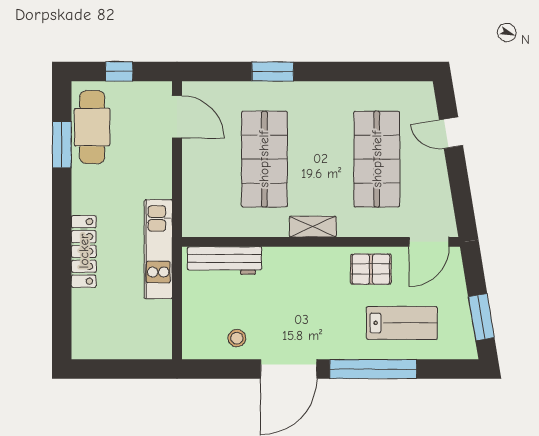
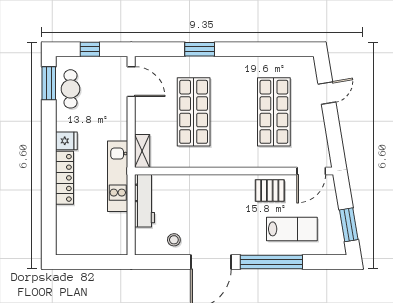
cafe table: (92, 127) -> (71, 89), width x0.73, depth x0.74
door: (451, 133) -> (327, 93), swing flipped
window: (62, 145) -> (49, 83), moved
fridge: (86, 200) -> (66, 141), added
shelving: (313, 227) -> (142, 151), moved, turned 90
workbench: (224, 261) -> (145, 201), moved, turned -90

